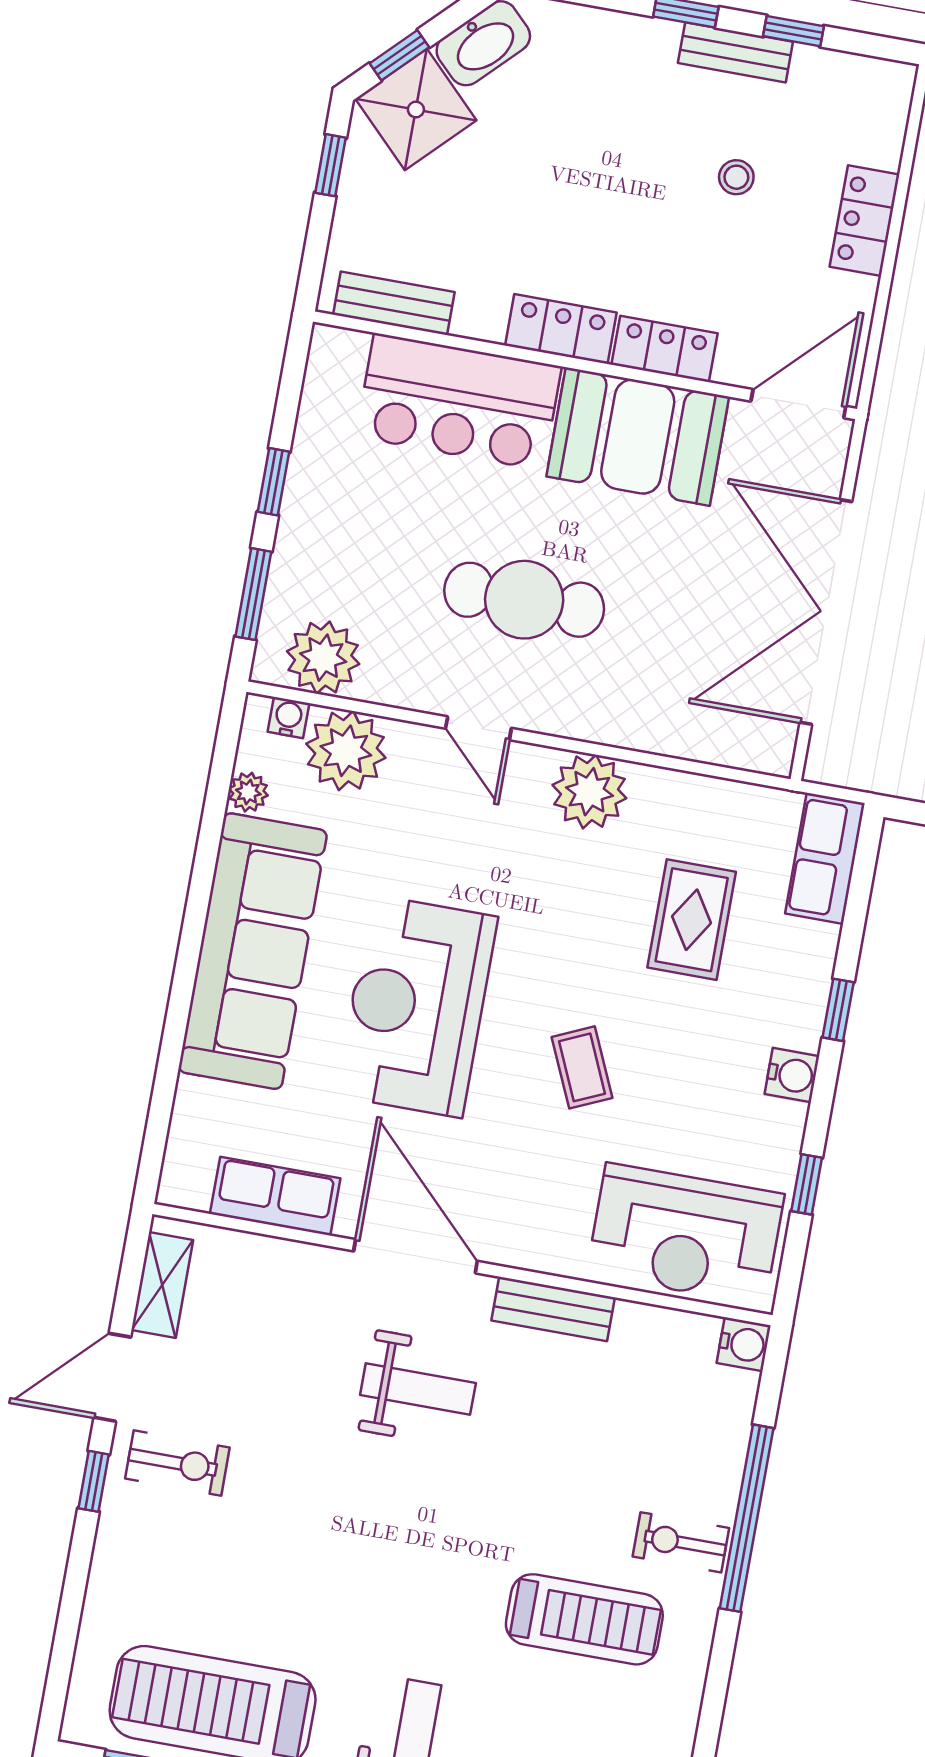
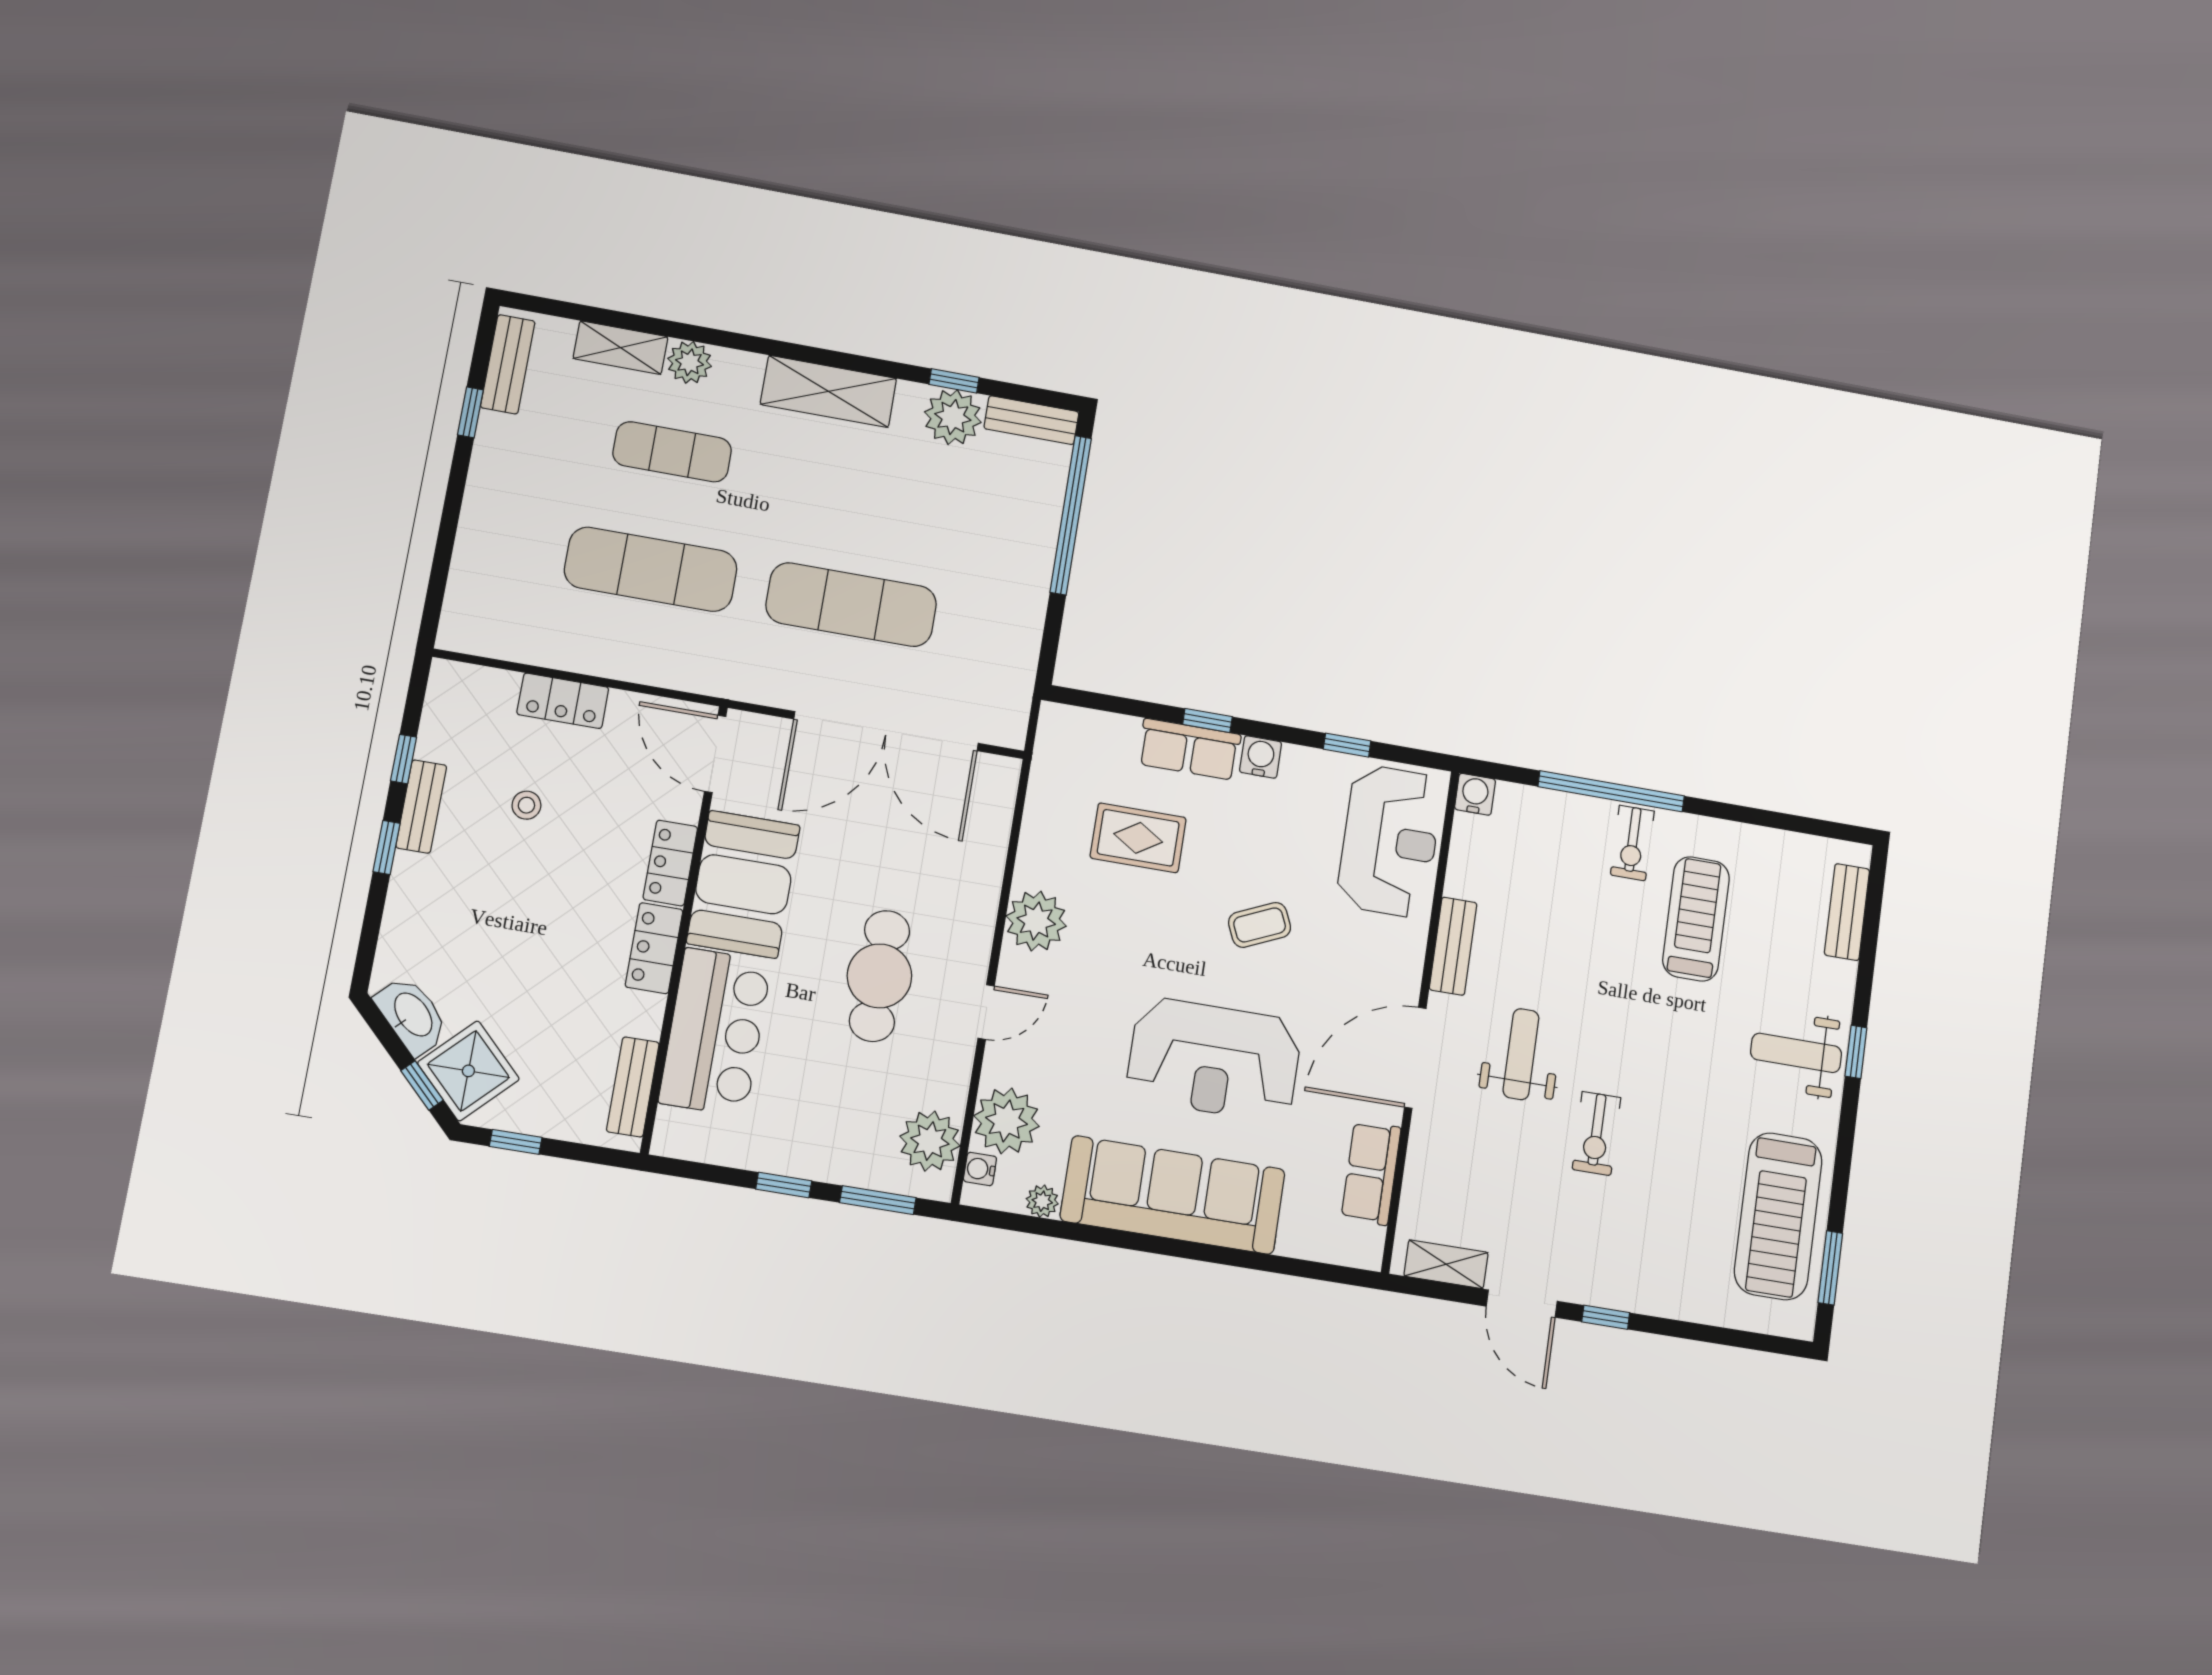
row of seats: (825, 858) -> (1189, 749), moved
exercise bike: (177, 1463) -> (1596, 1133), moved, turned 180

